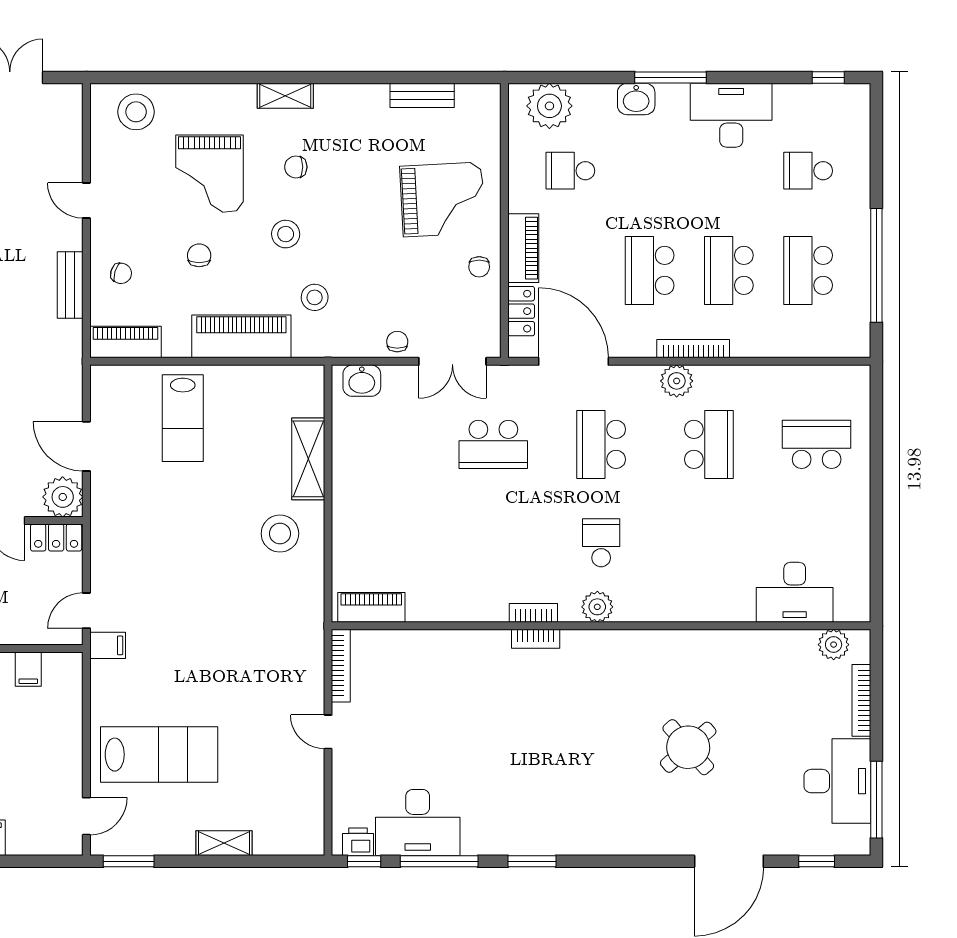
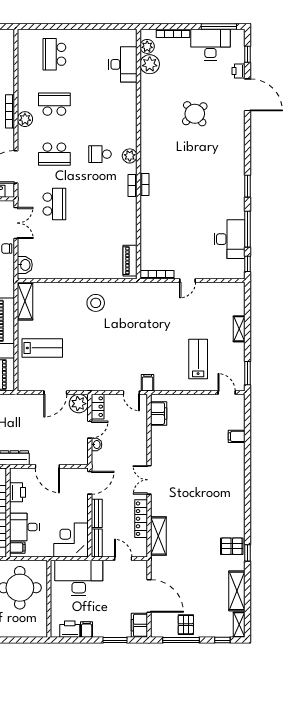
shelving: (308, 459) -> (25, 301), moved, turned 90
plant: (795, 650) -> (150, 64), added
filing cabinet: (28, 669) -> (159, 414), width x2.00
lab bench: (159, 755) -> (198, 359), width x0.73, depth x0.72
printer: (358, 842) -> (238, 71), moved

